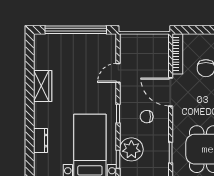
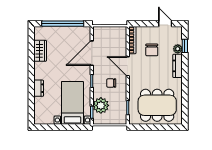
door: (118, 73) -> (92, 53), width x1.87
wardrobe: (43, 86) -> (40, 51), moved
dresser: (40, 141) -> (39, 88), moved

